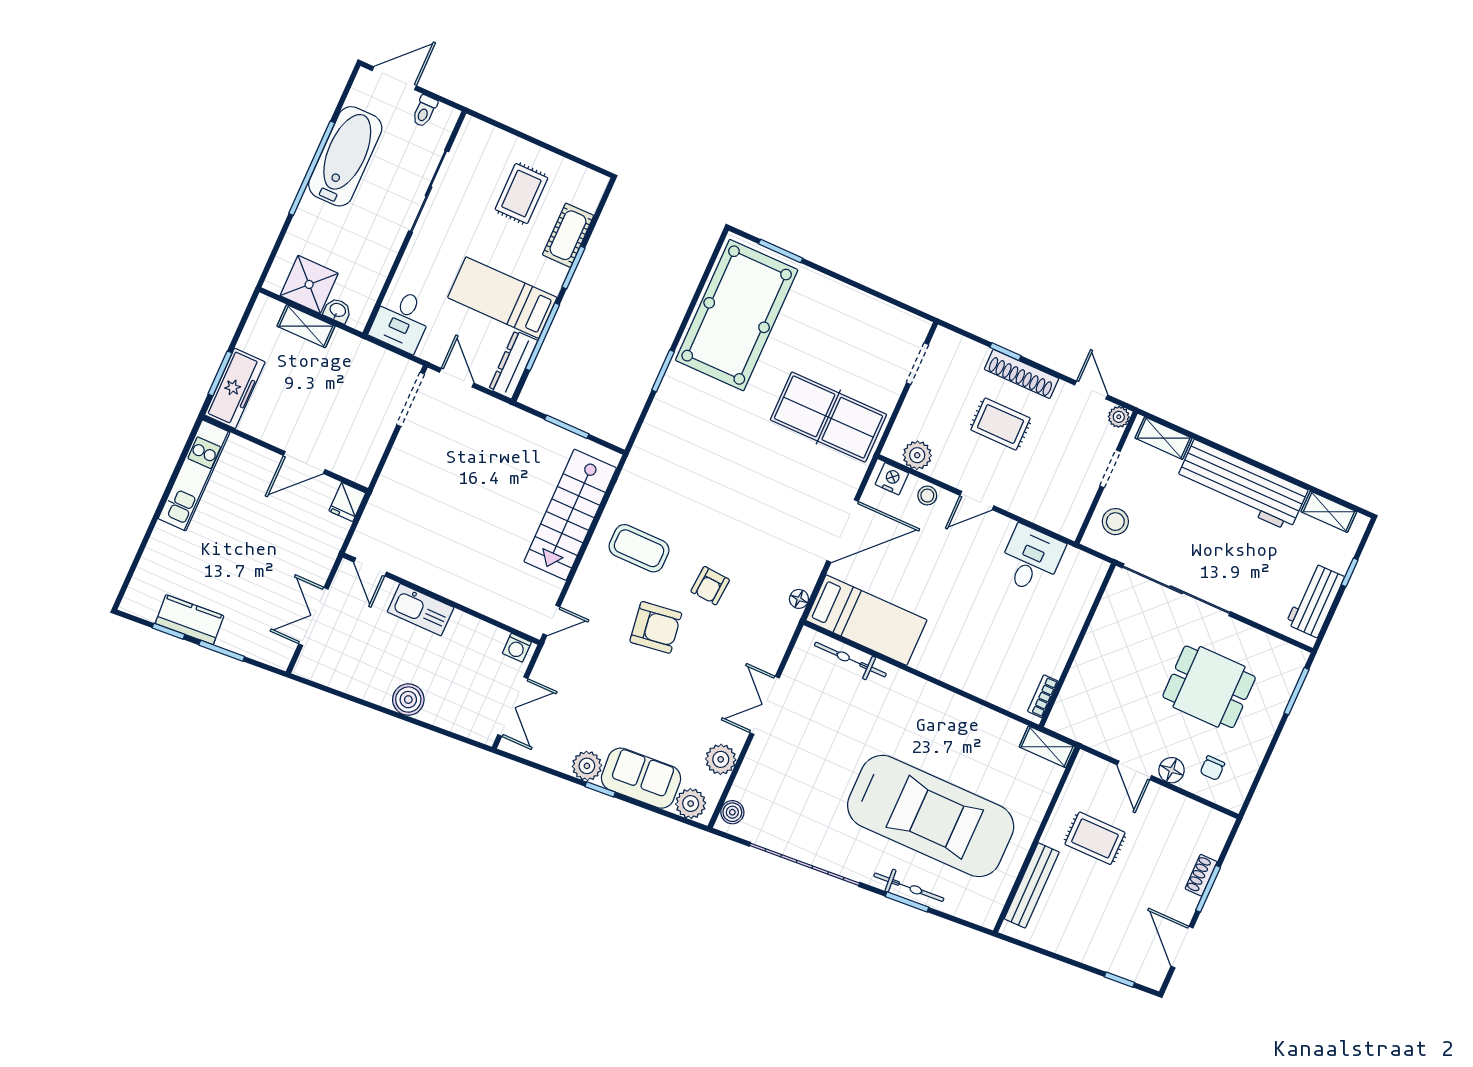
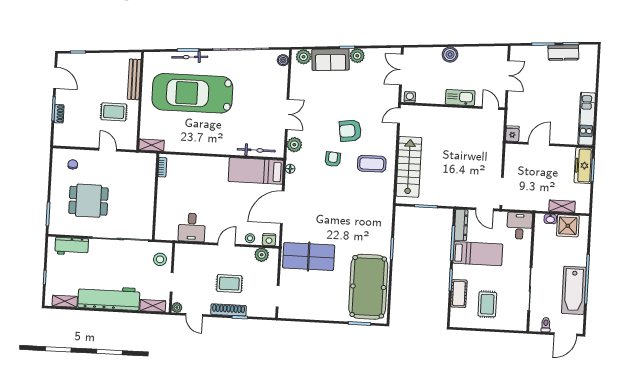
workbench: (1315, 600) -> (72, 246), moved, turned 90
plant: (721, 759) -> (294, 145), moved
floor lamp: (1172, 770) -> (91, 156), removed

